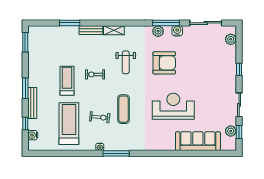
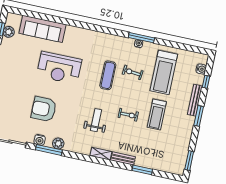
armchair: (164, 63) -> (44, 109), moved
window: (116, 153) -> (141, 38), moved

